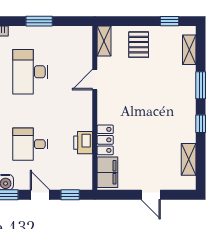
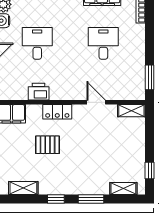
window: (39, 21) -> (150, 77), moved
pallet: (139, 45) -> (48, 145), moved
desk: (30, 72) -> (103, 43), width x0.73
locker: (105, 140) -> (57, 112), moved

